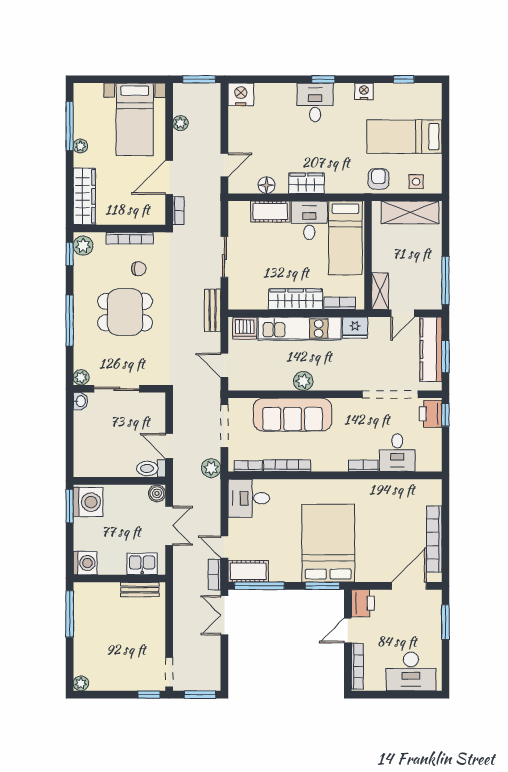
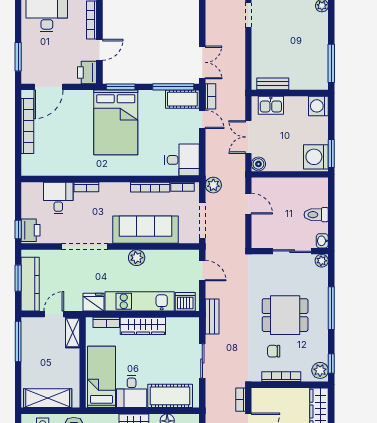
cot: (270, 211) -> (170, 396), width x1.37, depth x1.34
doorway: (390, 394) -> (84, 247), moved
toilet: (151, 468) -> (316, 215), moved, turned 180

